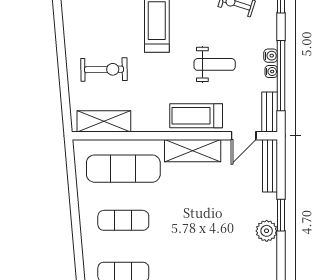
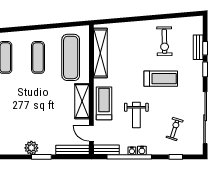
exercise bike: (104, 69) -> (164, 41), moved
shelving: (104, 121) -> (100, 53), width x1.47

